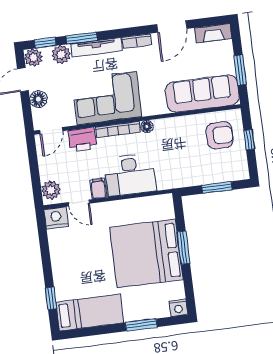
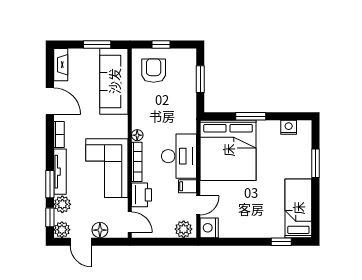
bed: (146, 253) -> (228, 150), moved
nightstand: (178, 308) -> (289, 127), moved, turned -90

